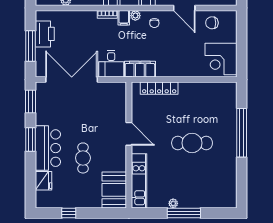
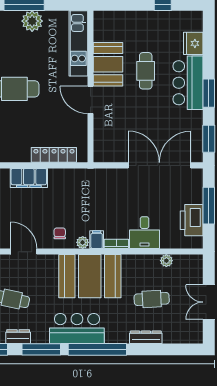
desk: (111, 64) -> (144, 233), moved, turned 180
filing cabinet: (140, 69) -> (29, 178), moved
double door: (72, 80) -> (159, 165), swing flipped
booth: (114, 190) -> (108, 64), moved
plant: (173, 203) -> (32, 21), width x1.87, depth x1.87

